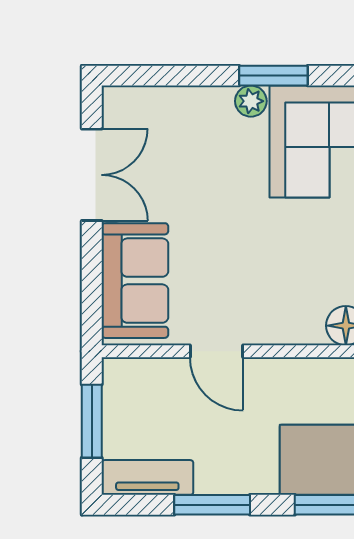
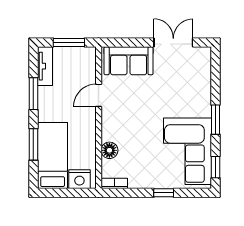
plant: (251, 101) -> (205, 110), removed
double door: (92, 175) -> (173, 43), swing flipped

